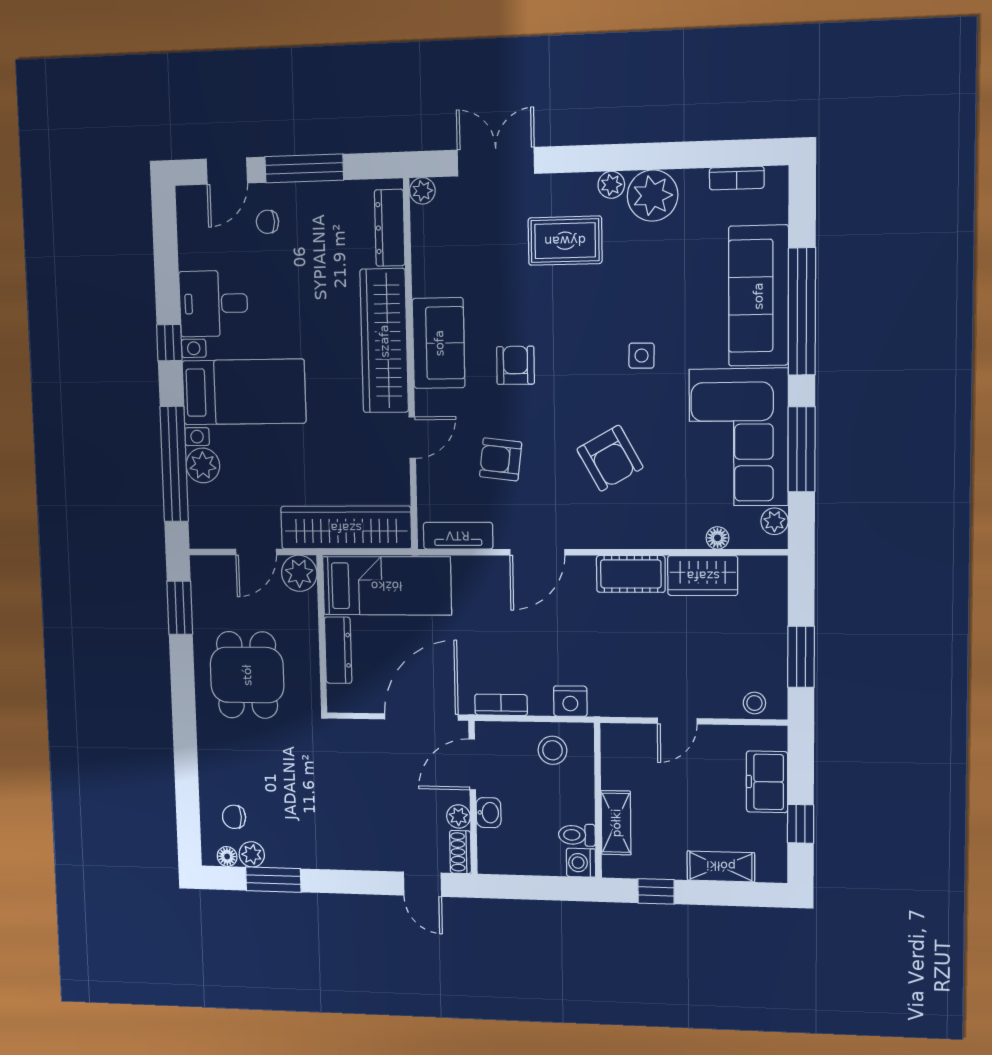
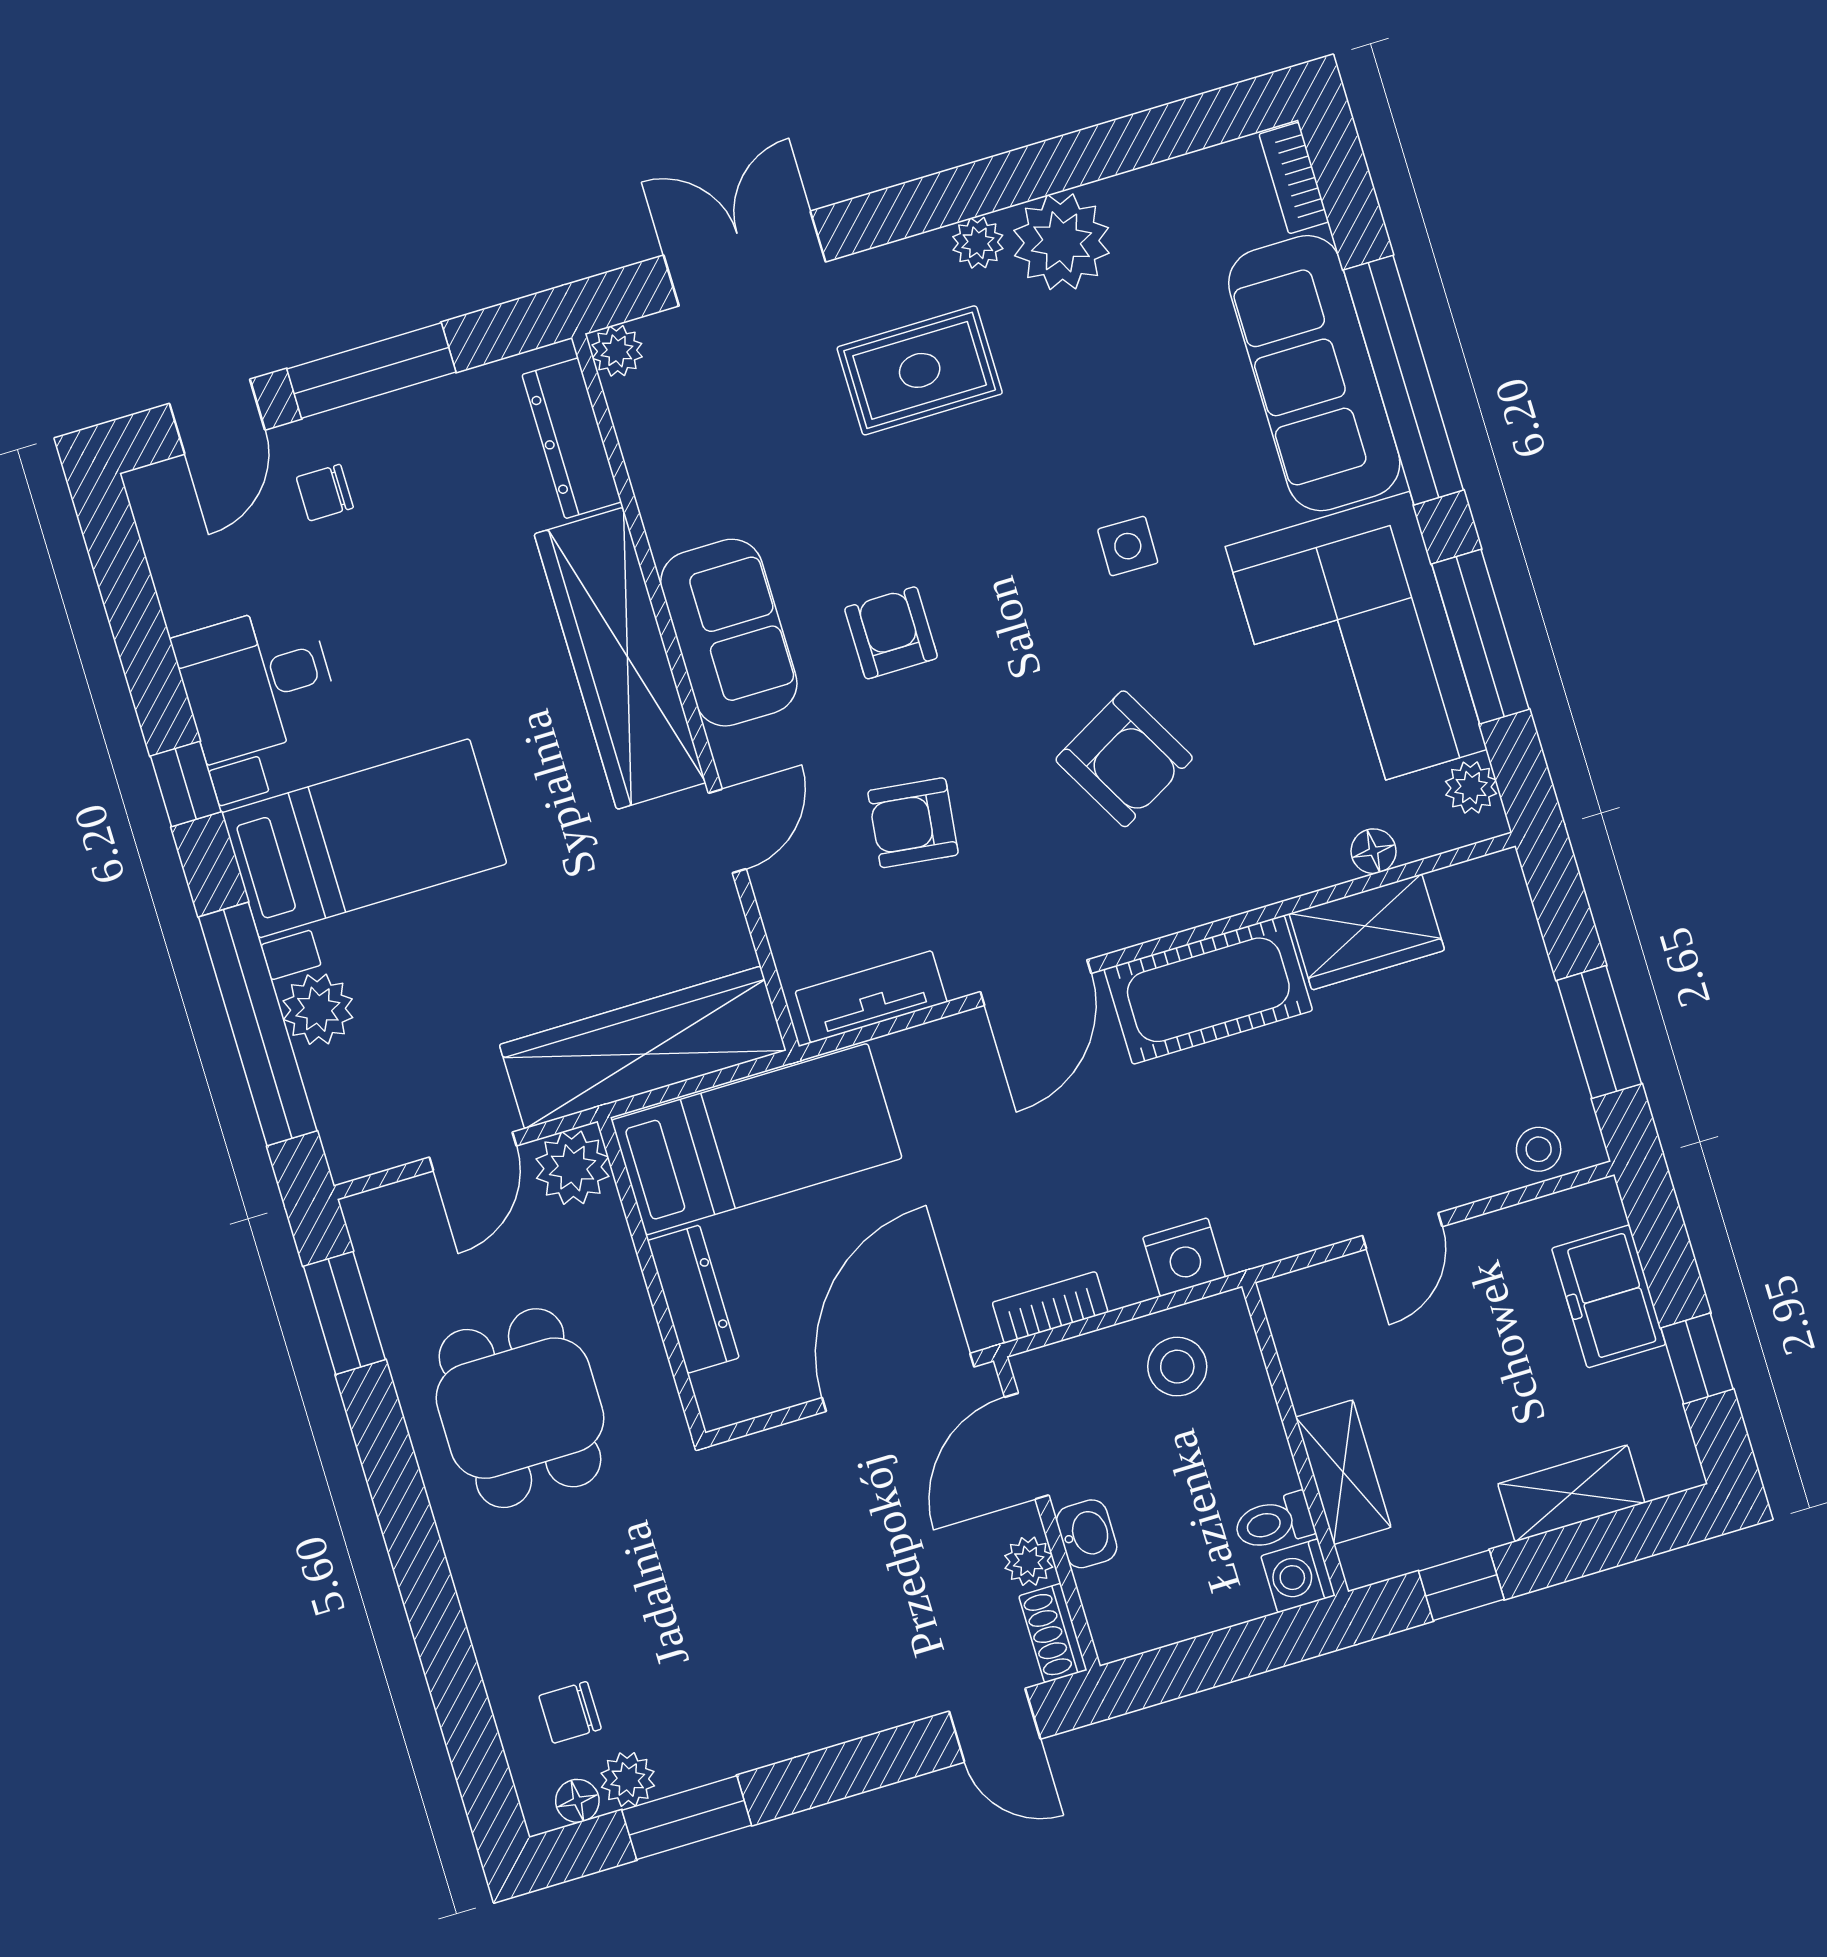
bookcase: (737, 178) -> (1294, 178), moved, turned 90
cot: (631, 574) -> (1208, 990), width x1.37, depth x1.34

